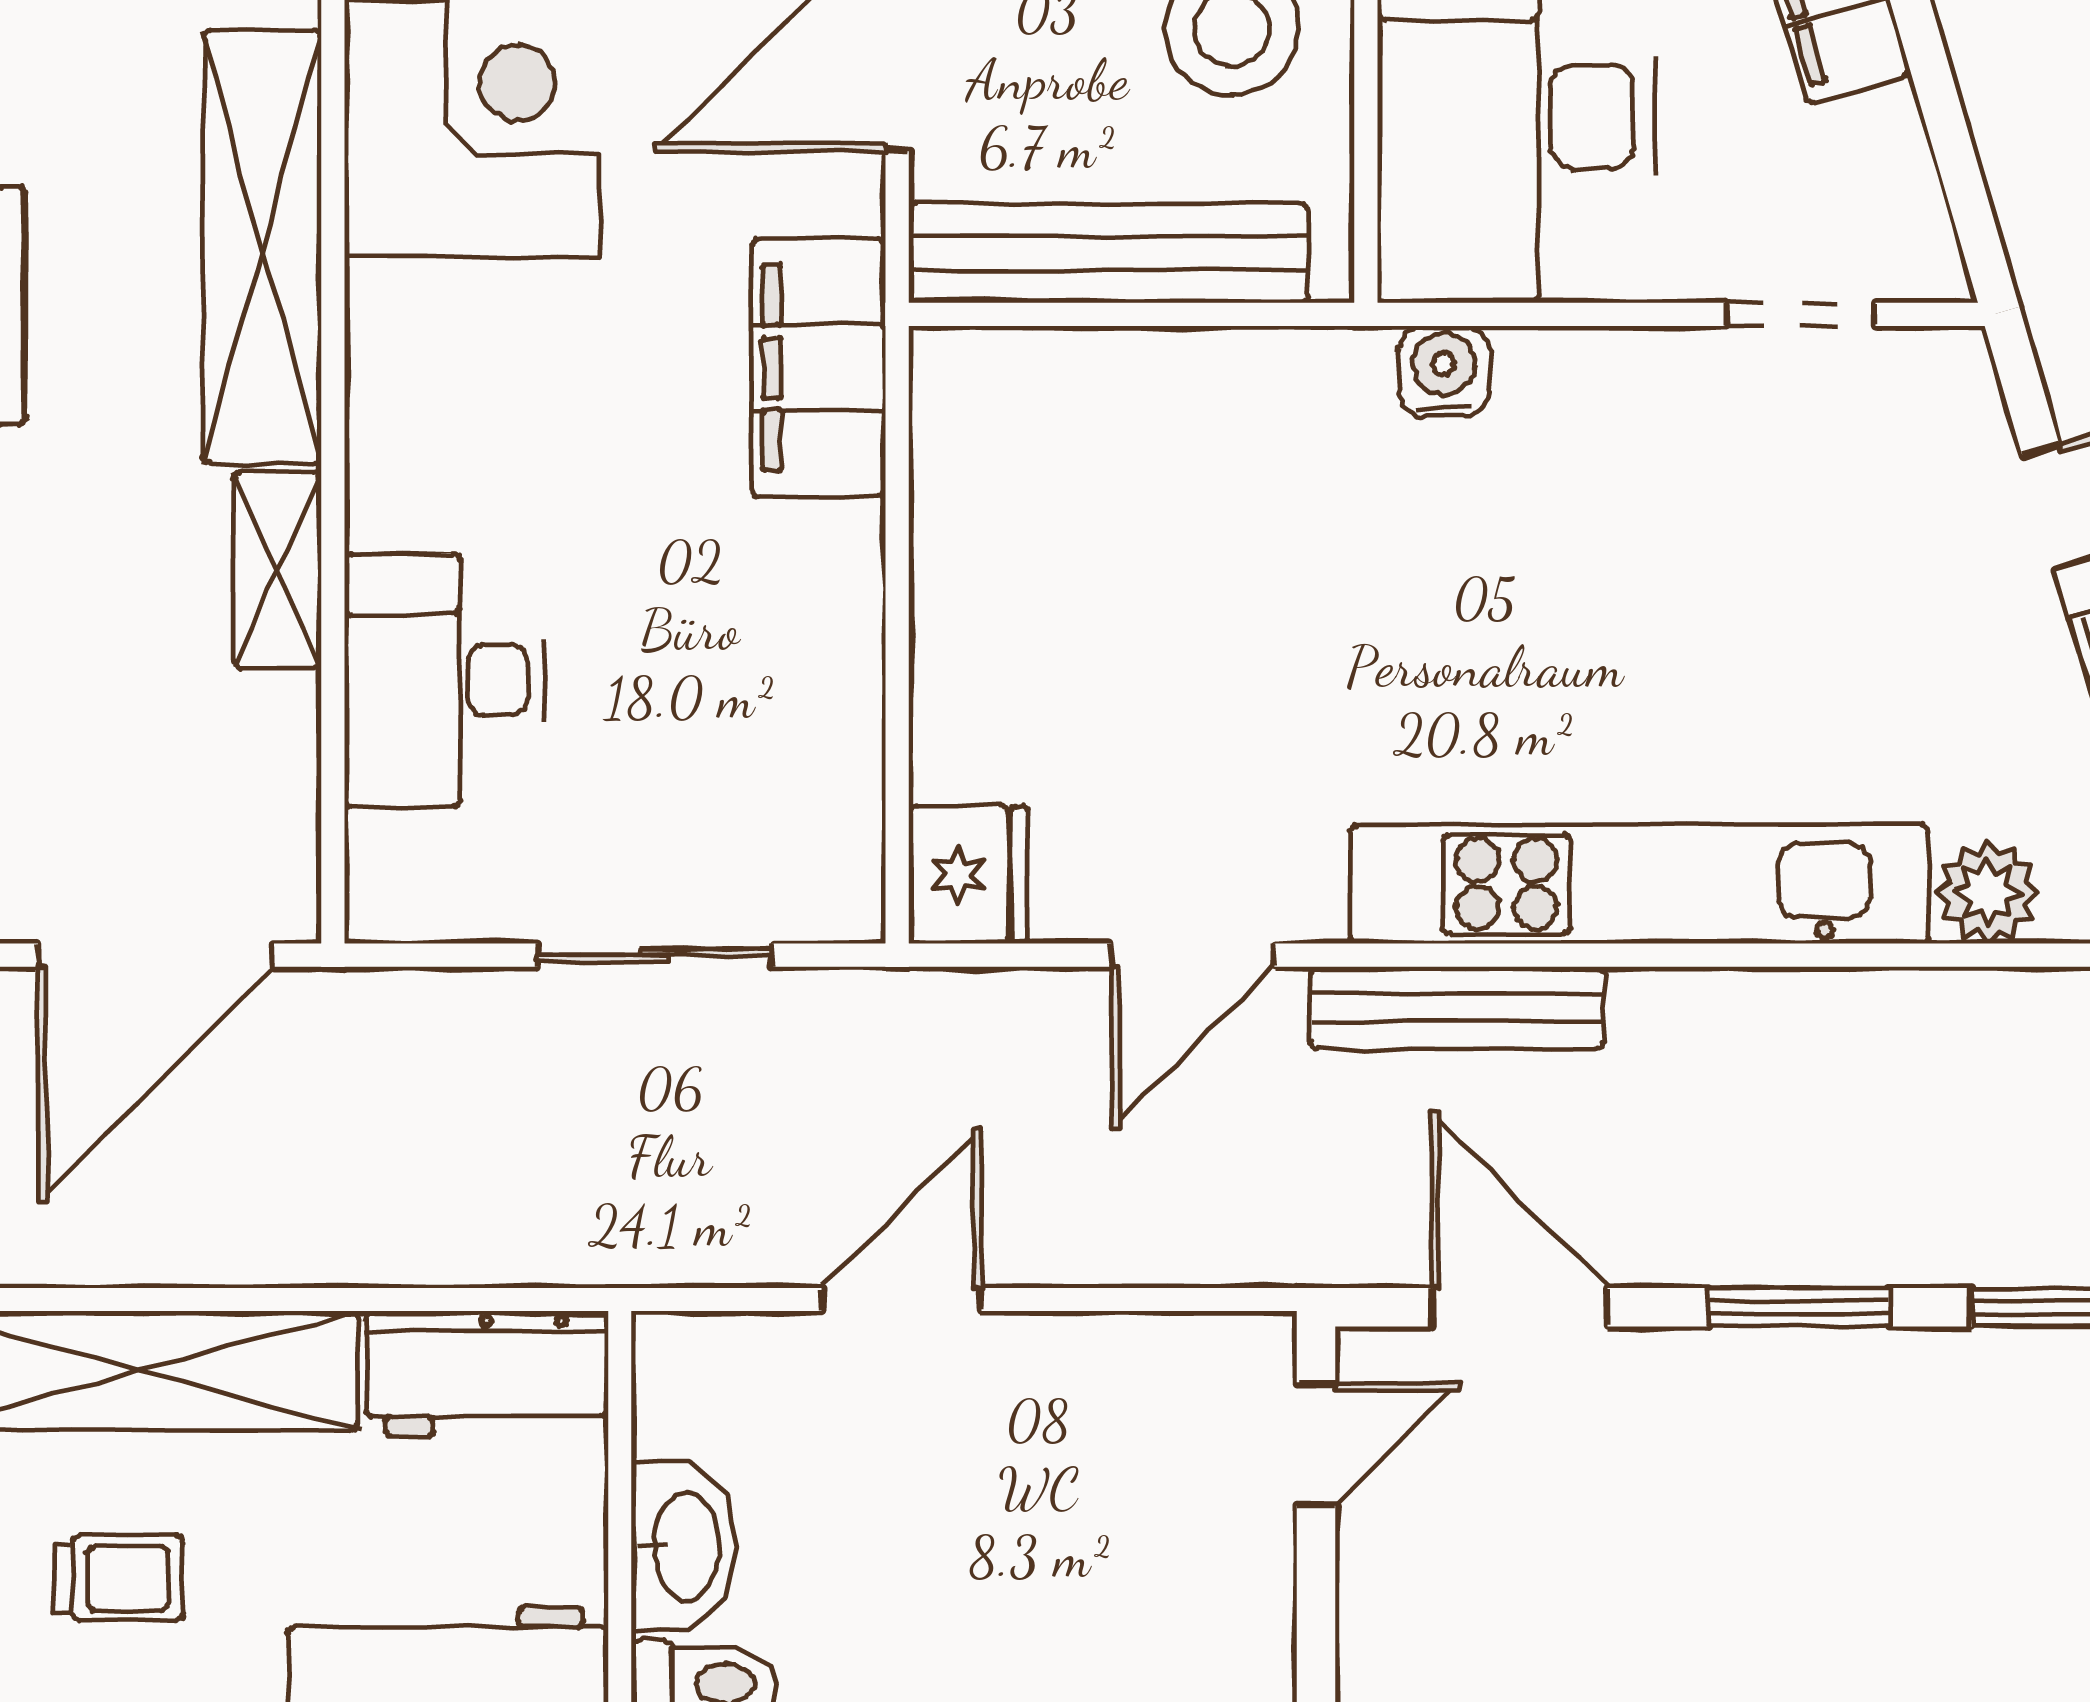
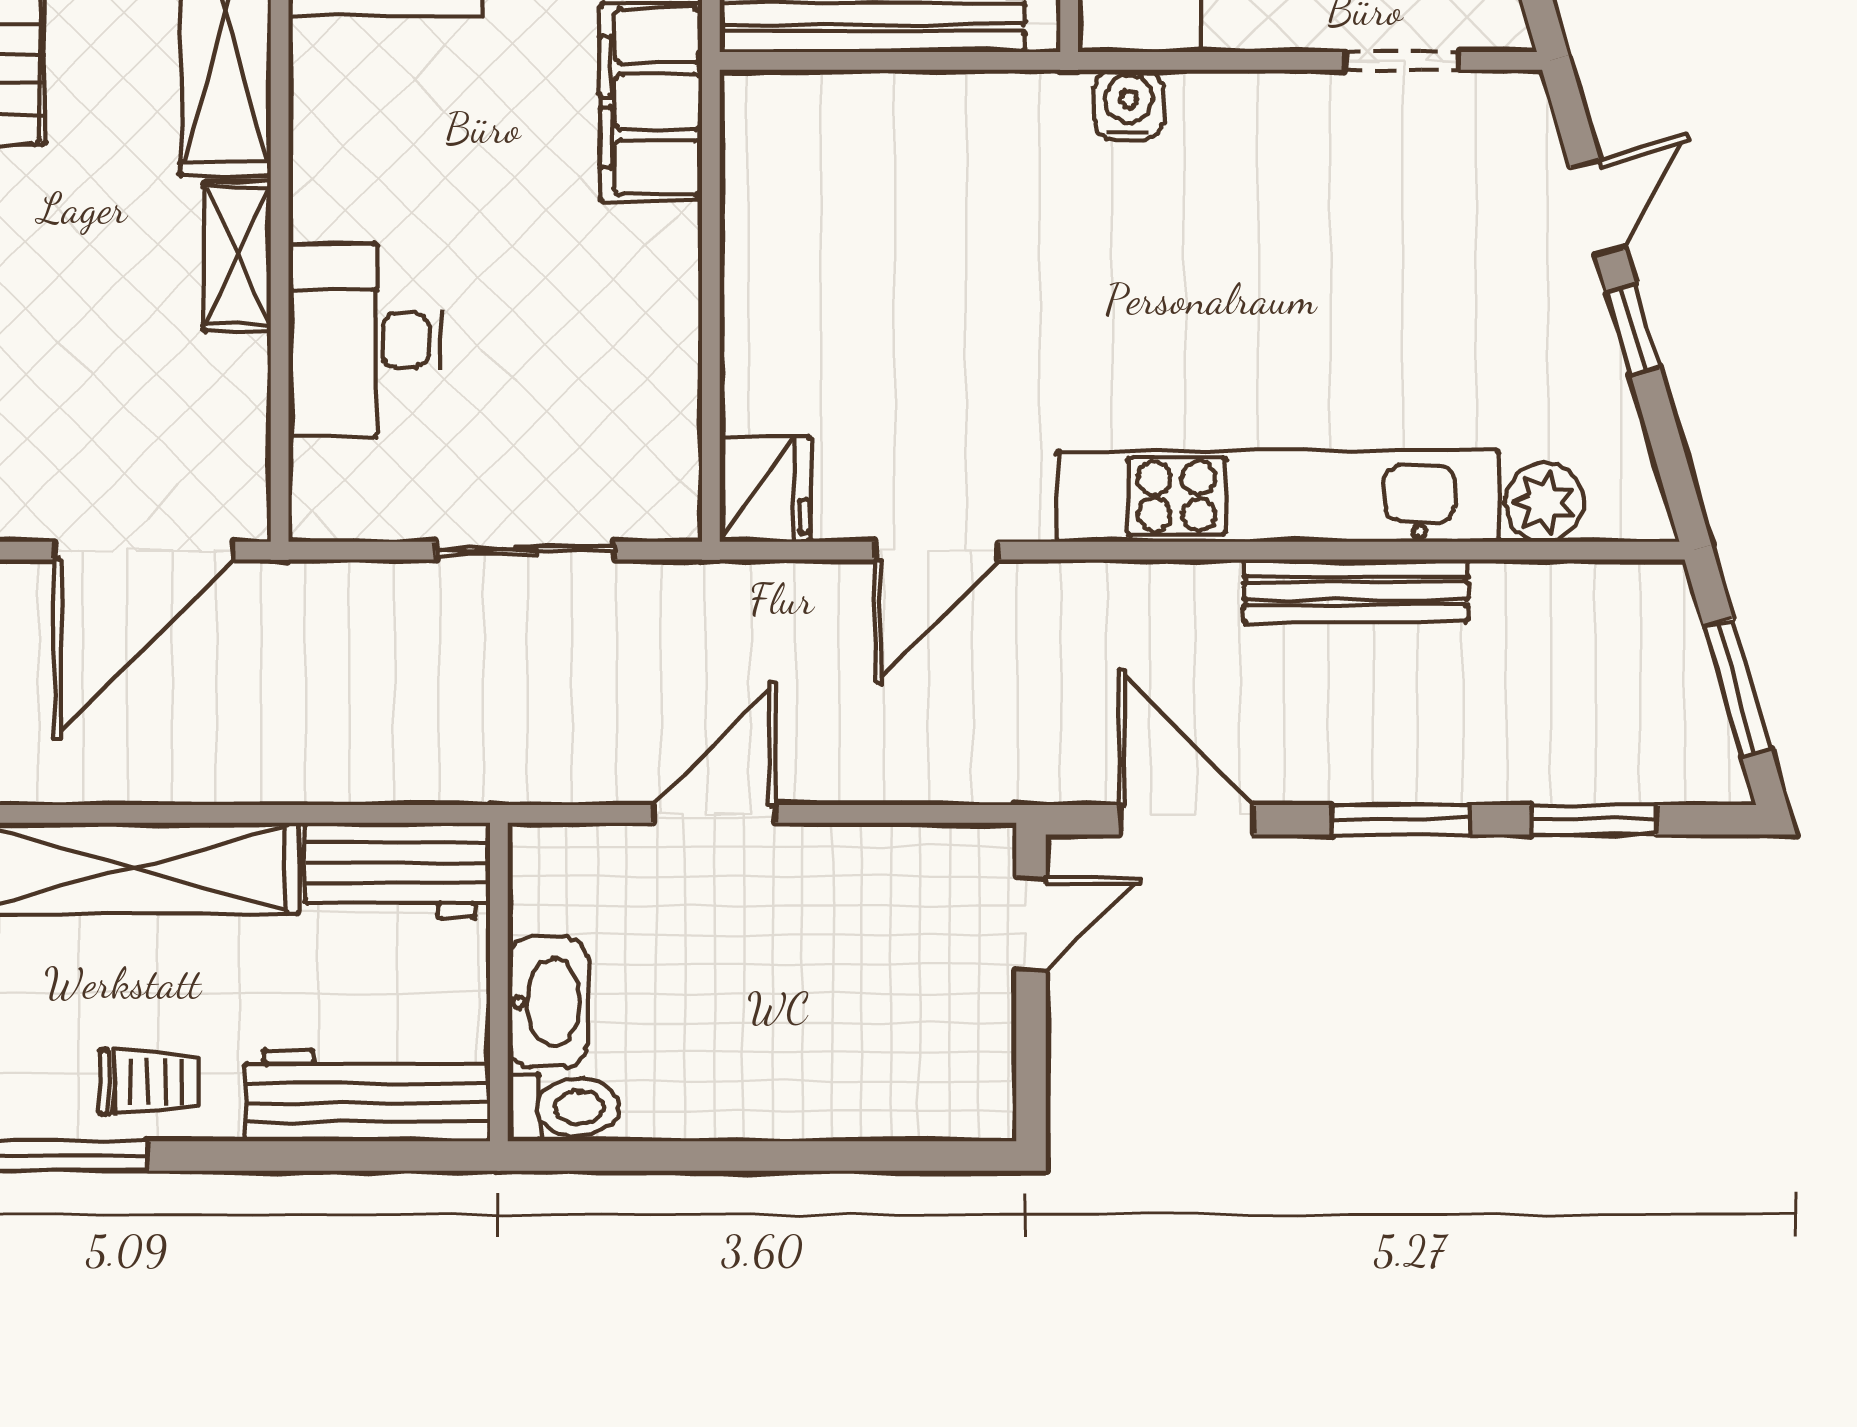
bench: (1457, 1008) -> (1356, 591), moved
trolley: (119, 1578) -> (149, 1082), moved

